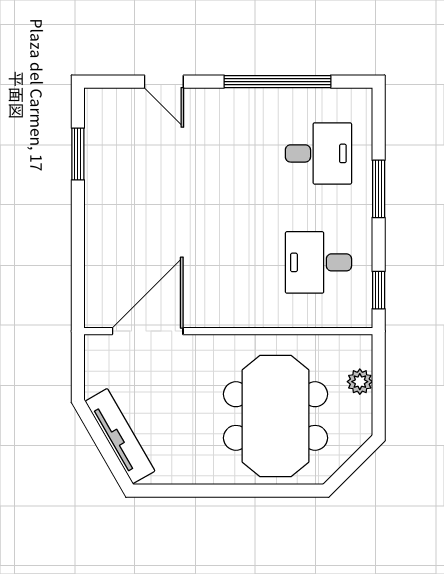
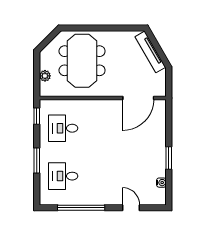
water cooler: (95, 139) -> (161, 183), added
window: (78, 154) -> (169, 158), moved
desk: (318, 262) -> (63, 128), turned 180

